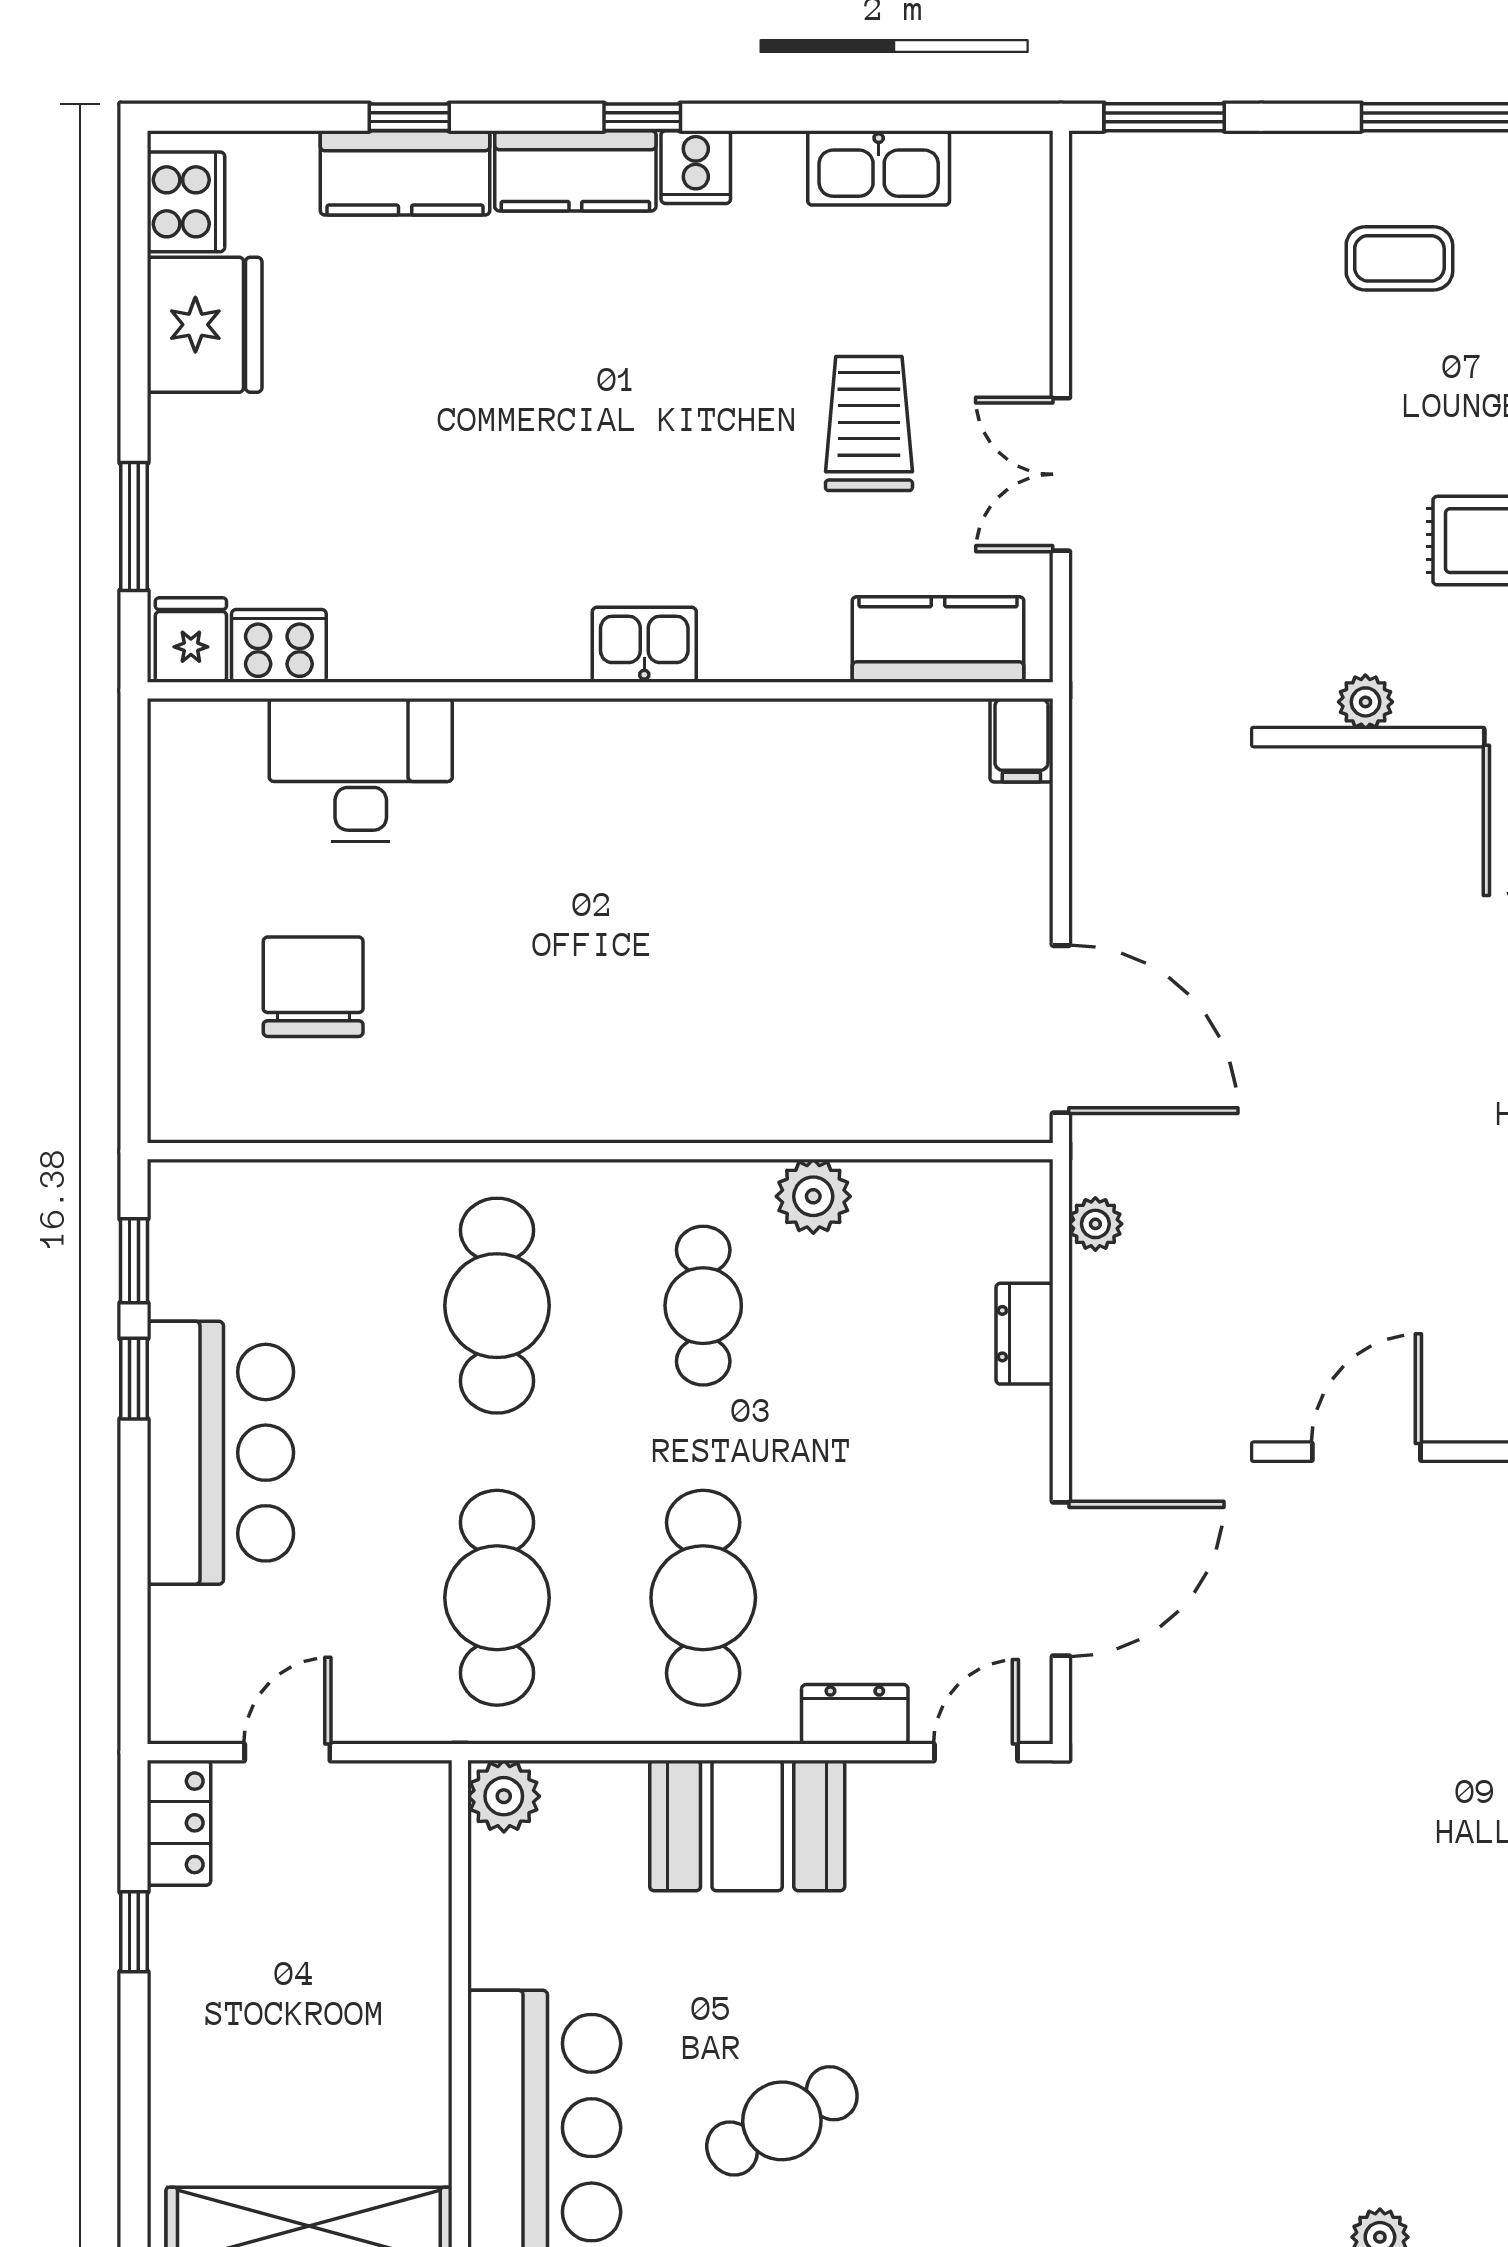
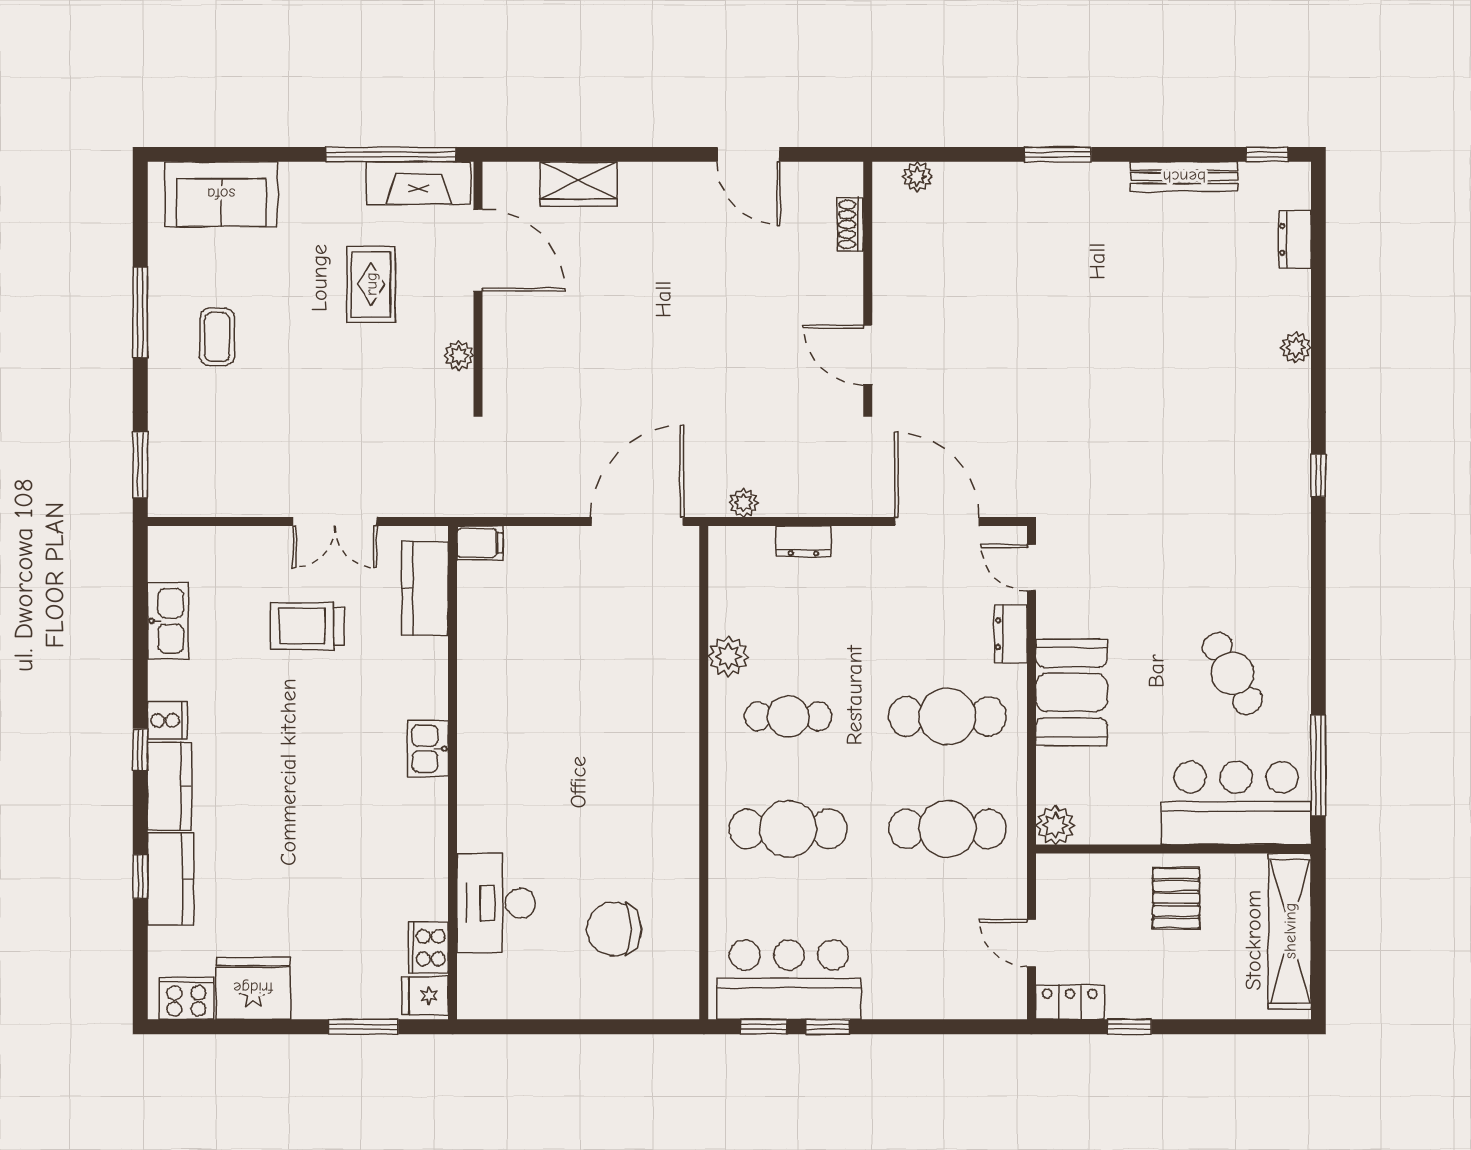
bar counter: (220, 1453) -> (789, 980), moved
pallet: (370, 2018) -> (1176, 898), added

